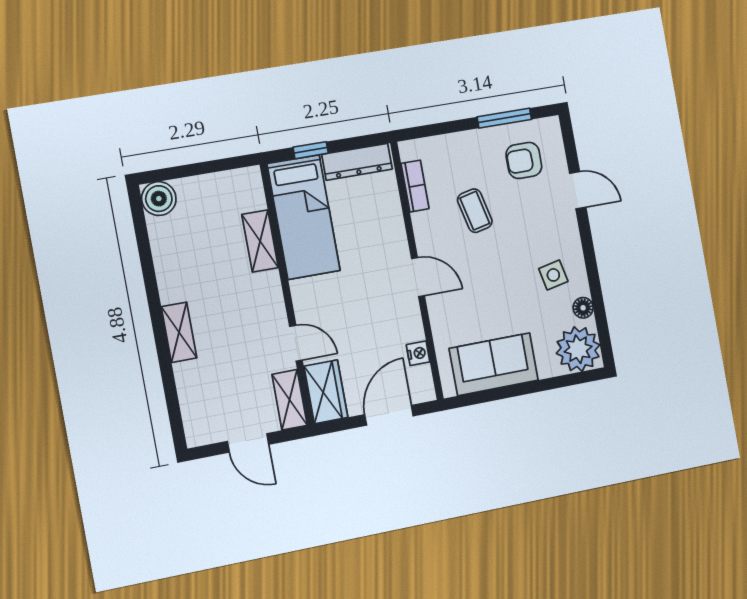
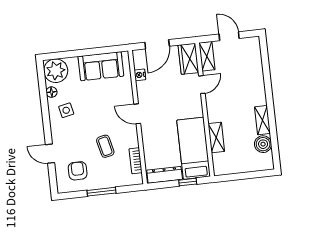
window: (504, 118) -> (102, 192), moved
armchair: (524, 160) -> (78, 171), turned -90
boiler: (159, 199) -> (263, 144), moved
shelving: (179, 332) -> (262, 120), moved
door: (296, 343) -> (202, 85), swing flipped

